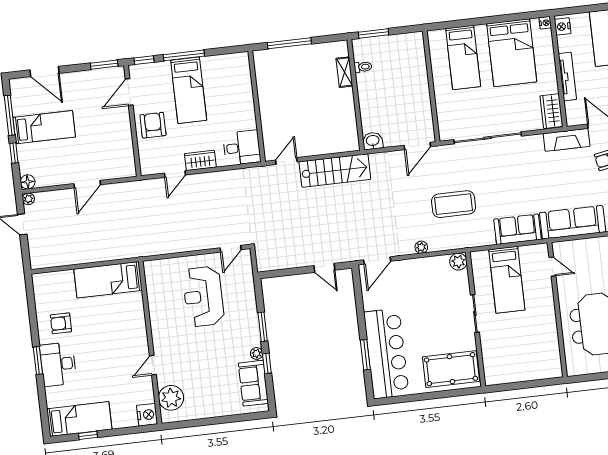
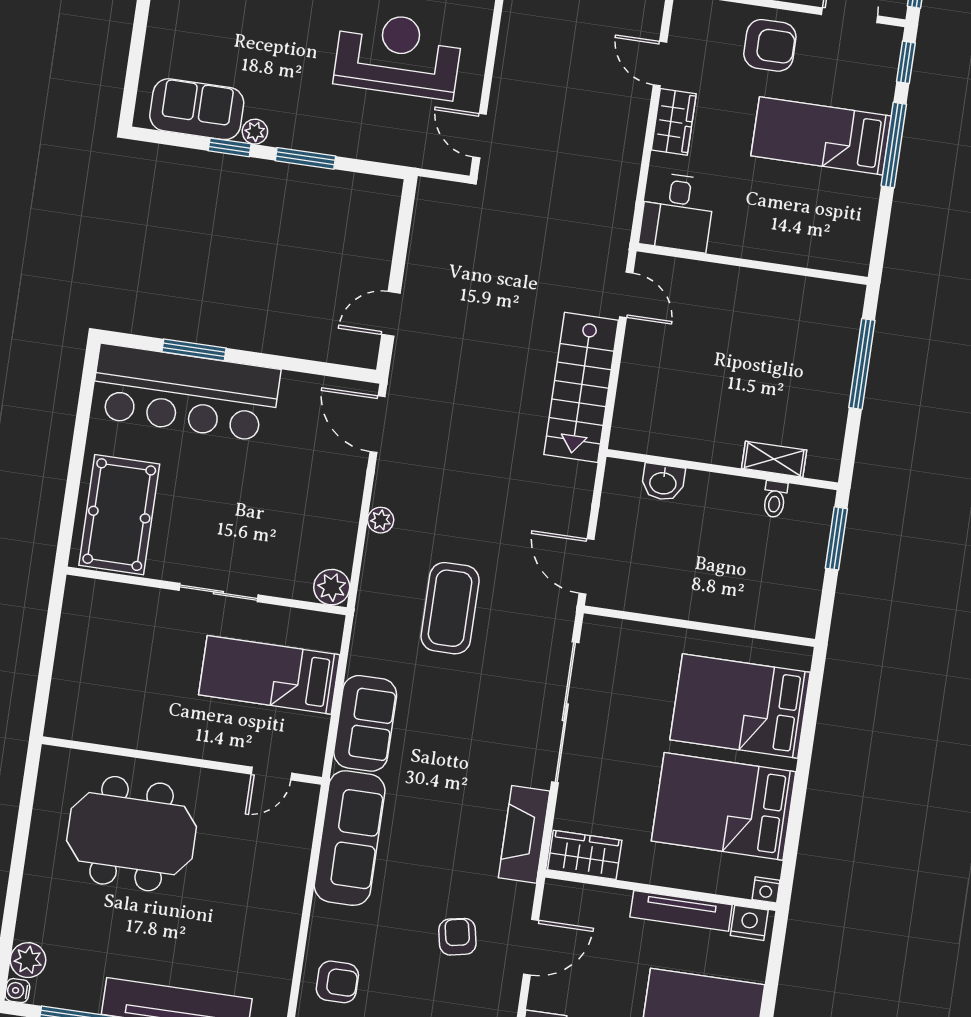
bed: (463, 57) -> (740, 706), width x1.50
tv unit: (567, 77) -> (681, 911), moved
fireplace: (567, 140) -> (524, 834), moved
washbasin: (373, 141) -> (663, 482), moved, turned 90

